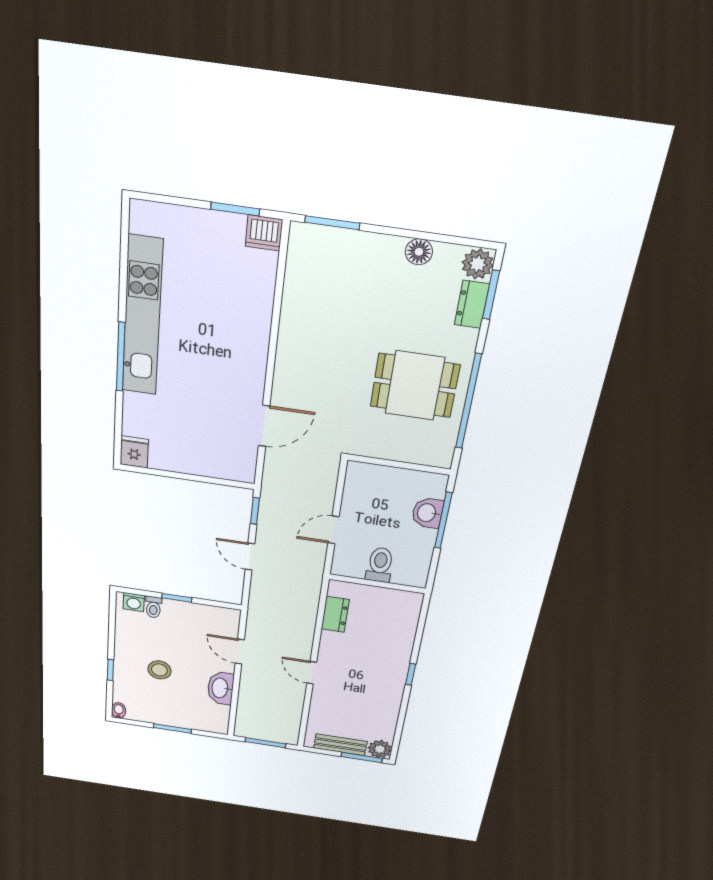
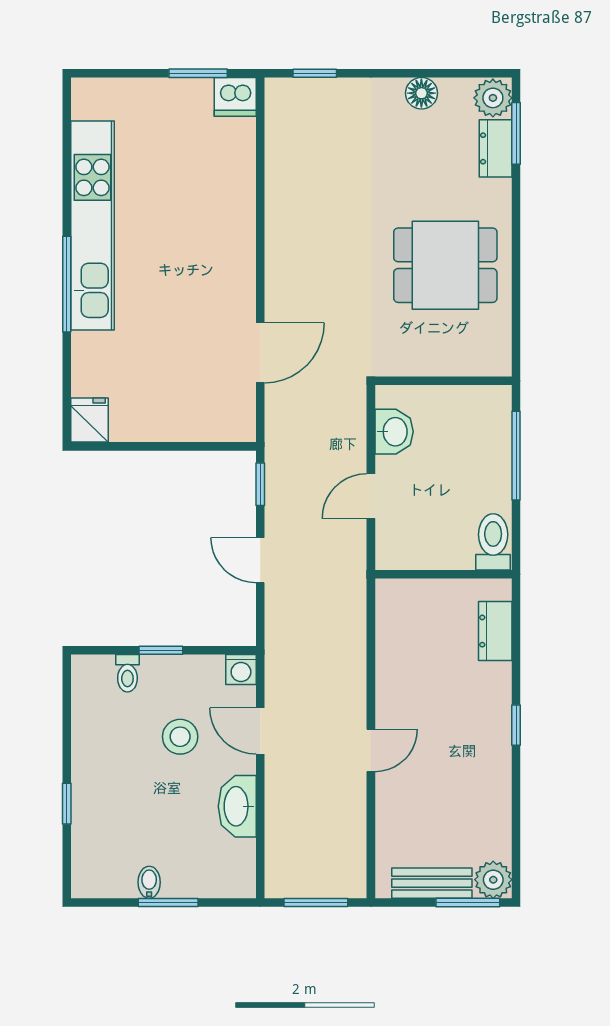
window: (332, 223) -> (315, 73), width x0.67
window: (468, 402) -> (516, 276), removed
washbasin: (427, 513) -> (394, 432), moved, turned 180
toilet: (380, 565) -> (493, 542), moved
washing machine: (134, 602) -> (241, 670), moved
dresser: (335, 614) -> (495, 631), moved, turned 180
stool: (159, 670) -> (180, 737), moved
door: (312, 673) -> (371, 750), swing flipped
bidet: (119, 710) -> (149, 882), moved

